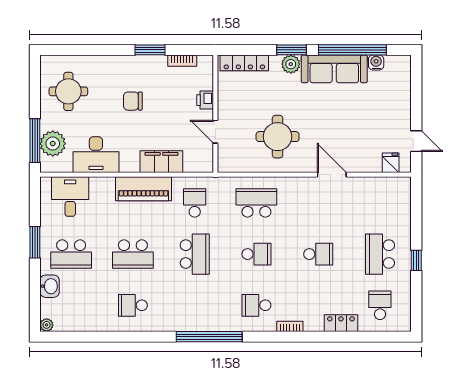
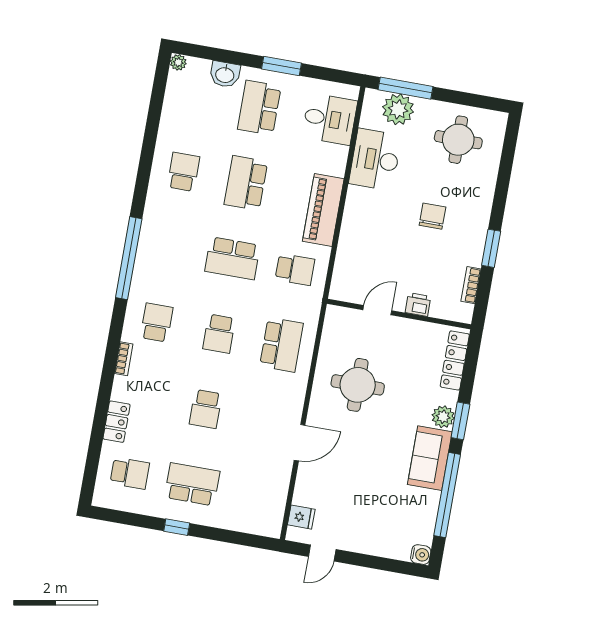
water cooler: (376, 63) -> (421, 555), moved
sofa: (334, 69) -> (430, 458), width x0.73
filing cabinet: (161, 162) -> (352, 238), removed

